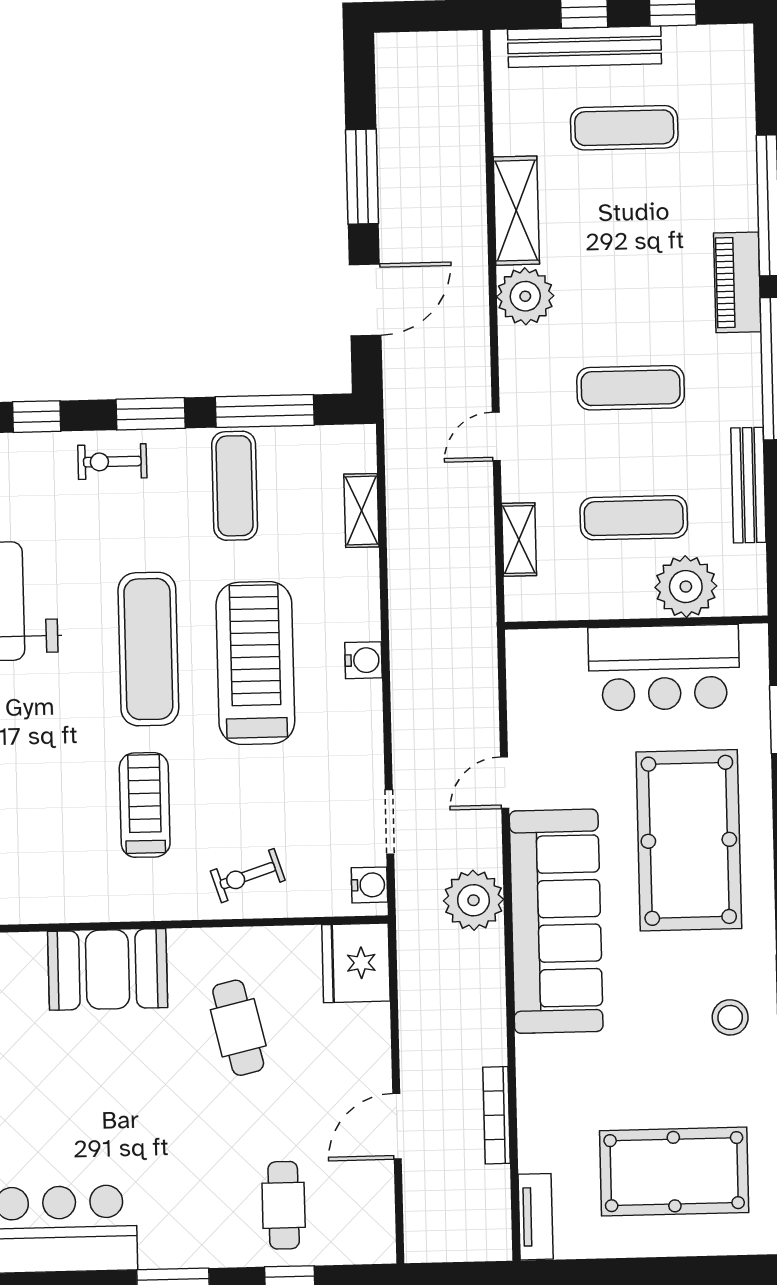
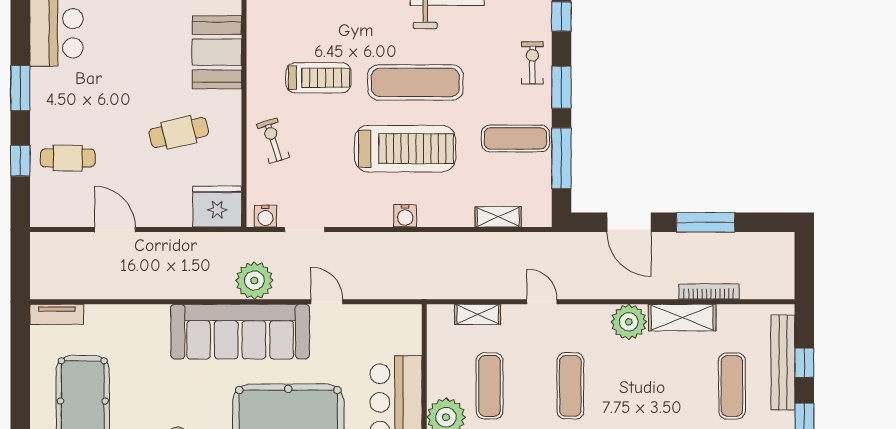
bookcase: (497, 1115) -> (709, 292), moved

